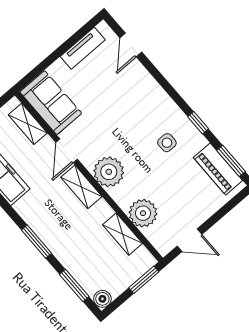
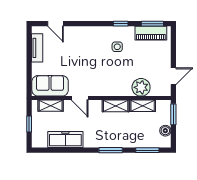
plant: (109, 172) -> (107, 87), removed
shelving: (81, 187) -> (116, 106), moved
boiler: (102, 299) -> (165, 131), moved

